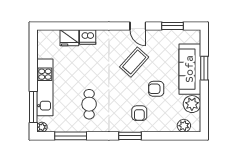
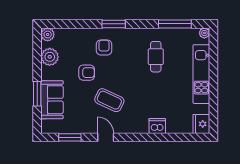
fridge: (69, 38) -> (201, 124), moved, turned -90
coffee table: (134, 62) -> (109, 100), turned 73
sofa: (190, 69) -> (52, 100), width x0.73
window: (33, 107) -> (213, 54), removed
plant: (184, 126) -> (48, 34), moved

